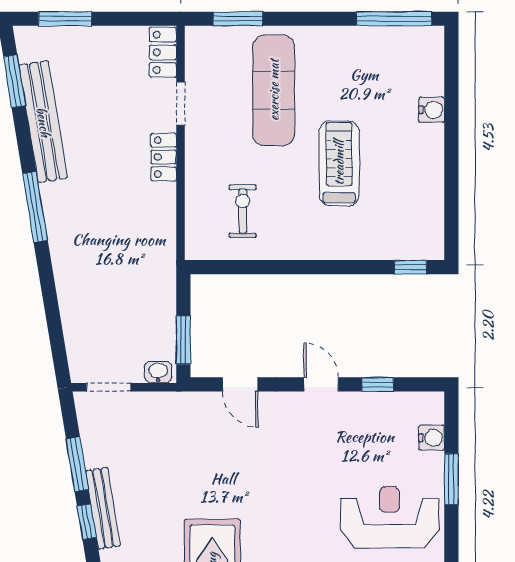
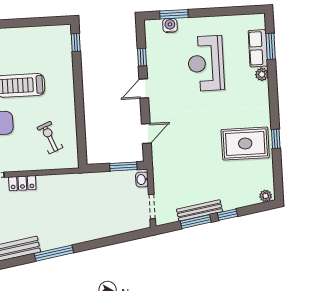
exercise bike: (243, 211) -> (50, 138), turned 68
window: (451, 479) -> (174, 14), moved
bench: (103, 508) -> (199, 210), moved
reception desk: (390, 517) -> (206, 63), moved

